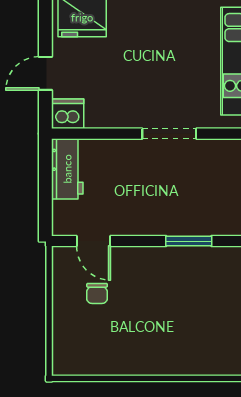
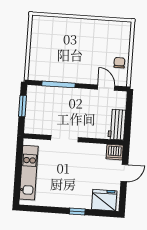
window: (189, 241) -> (58, 84), width x1.44
chair: (97, 293) -> (119, 63), moved

